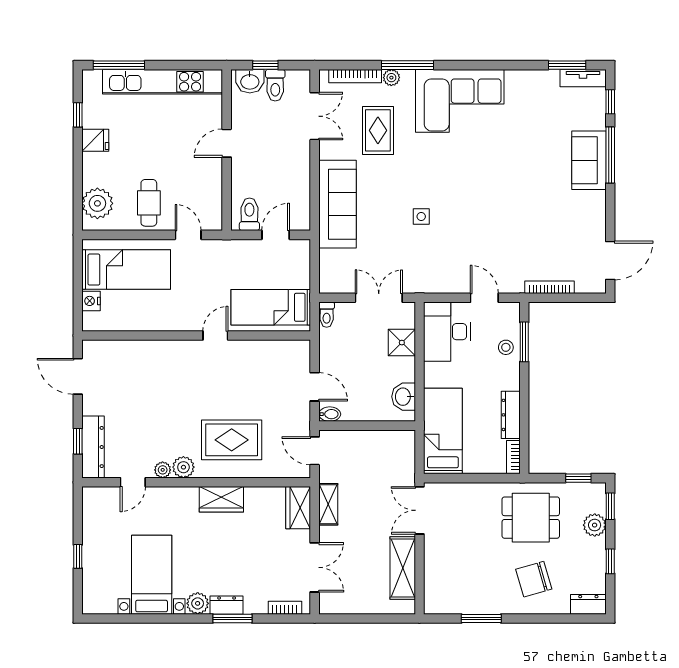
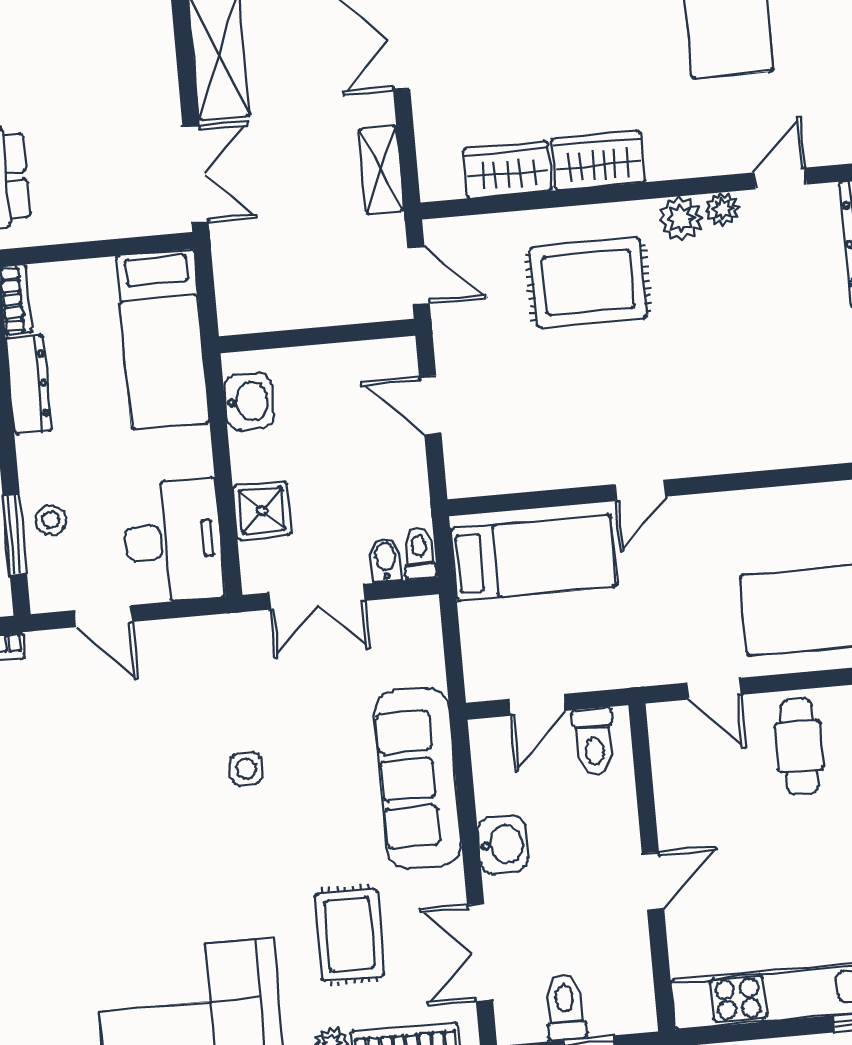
washbasin: (250, 81) -> (503, 845), moved, turned 90
bidet: (330, 414) -> (386, 560), moved, turned 90
wardrobe: (298, 508) -> (507, 170), moved, turned -90

